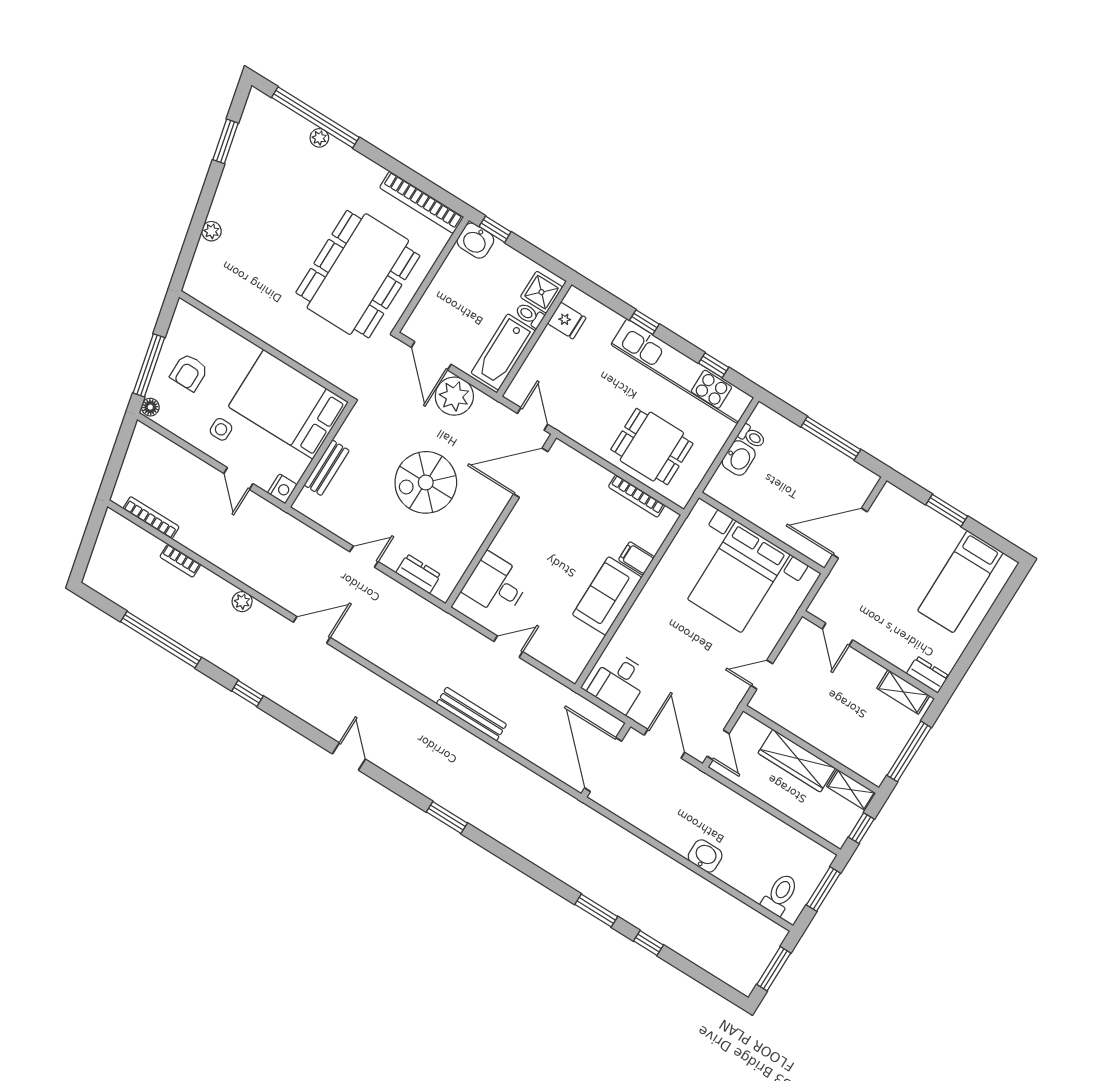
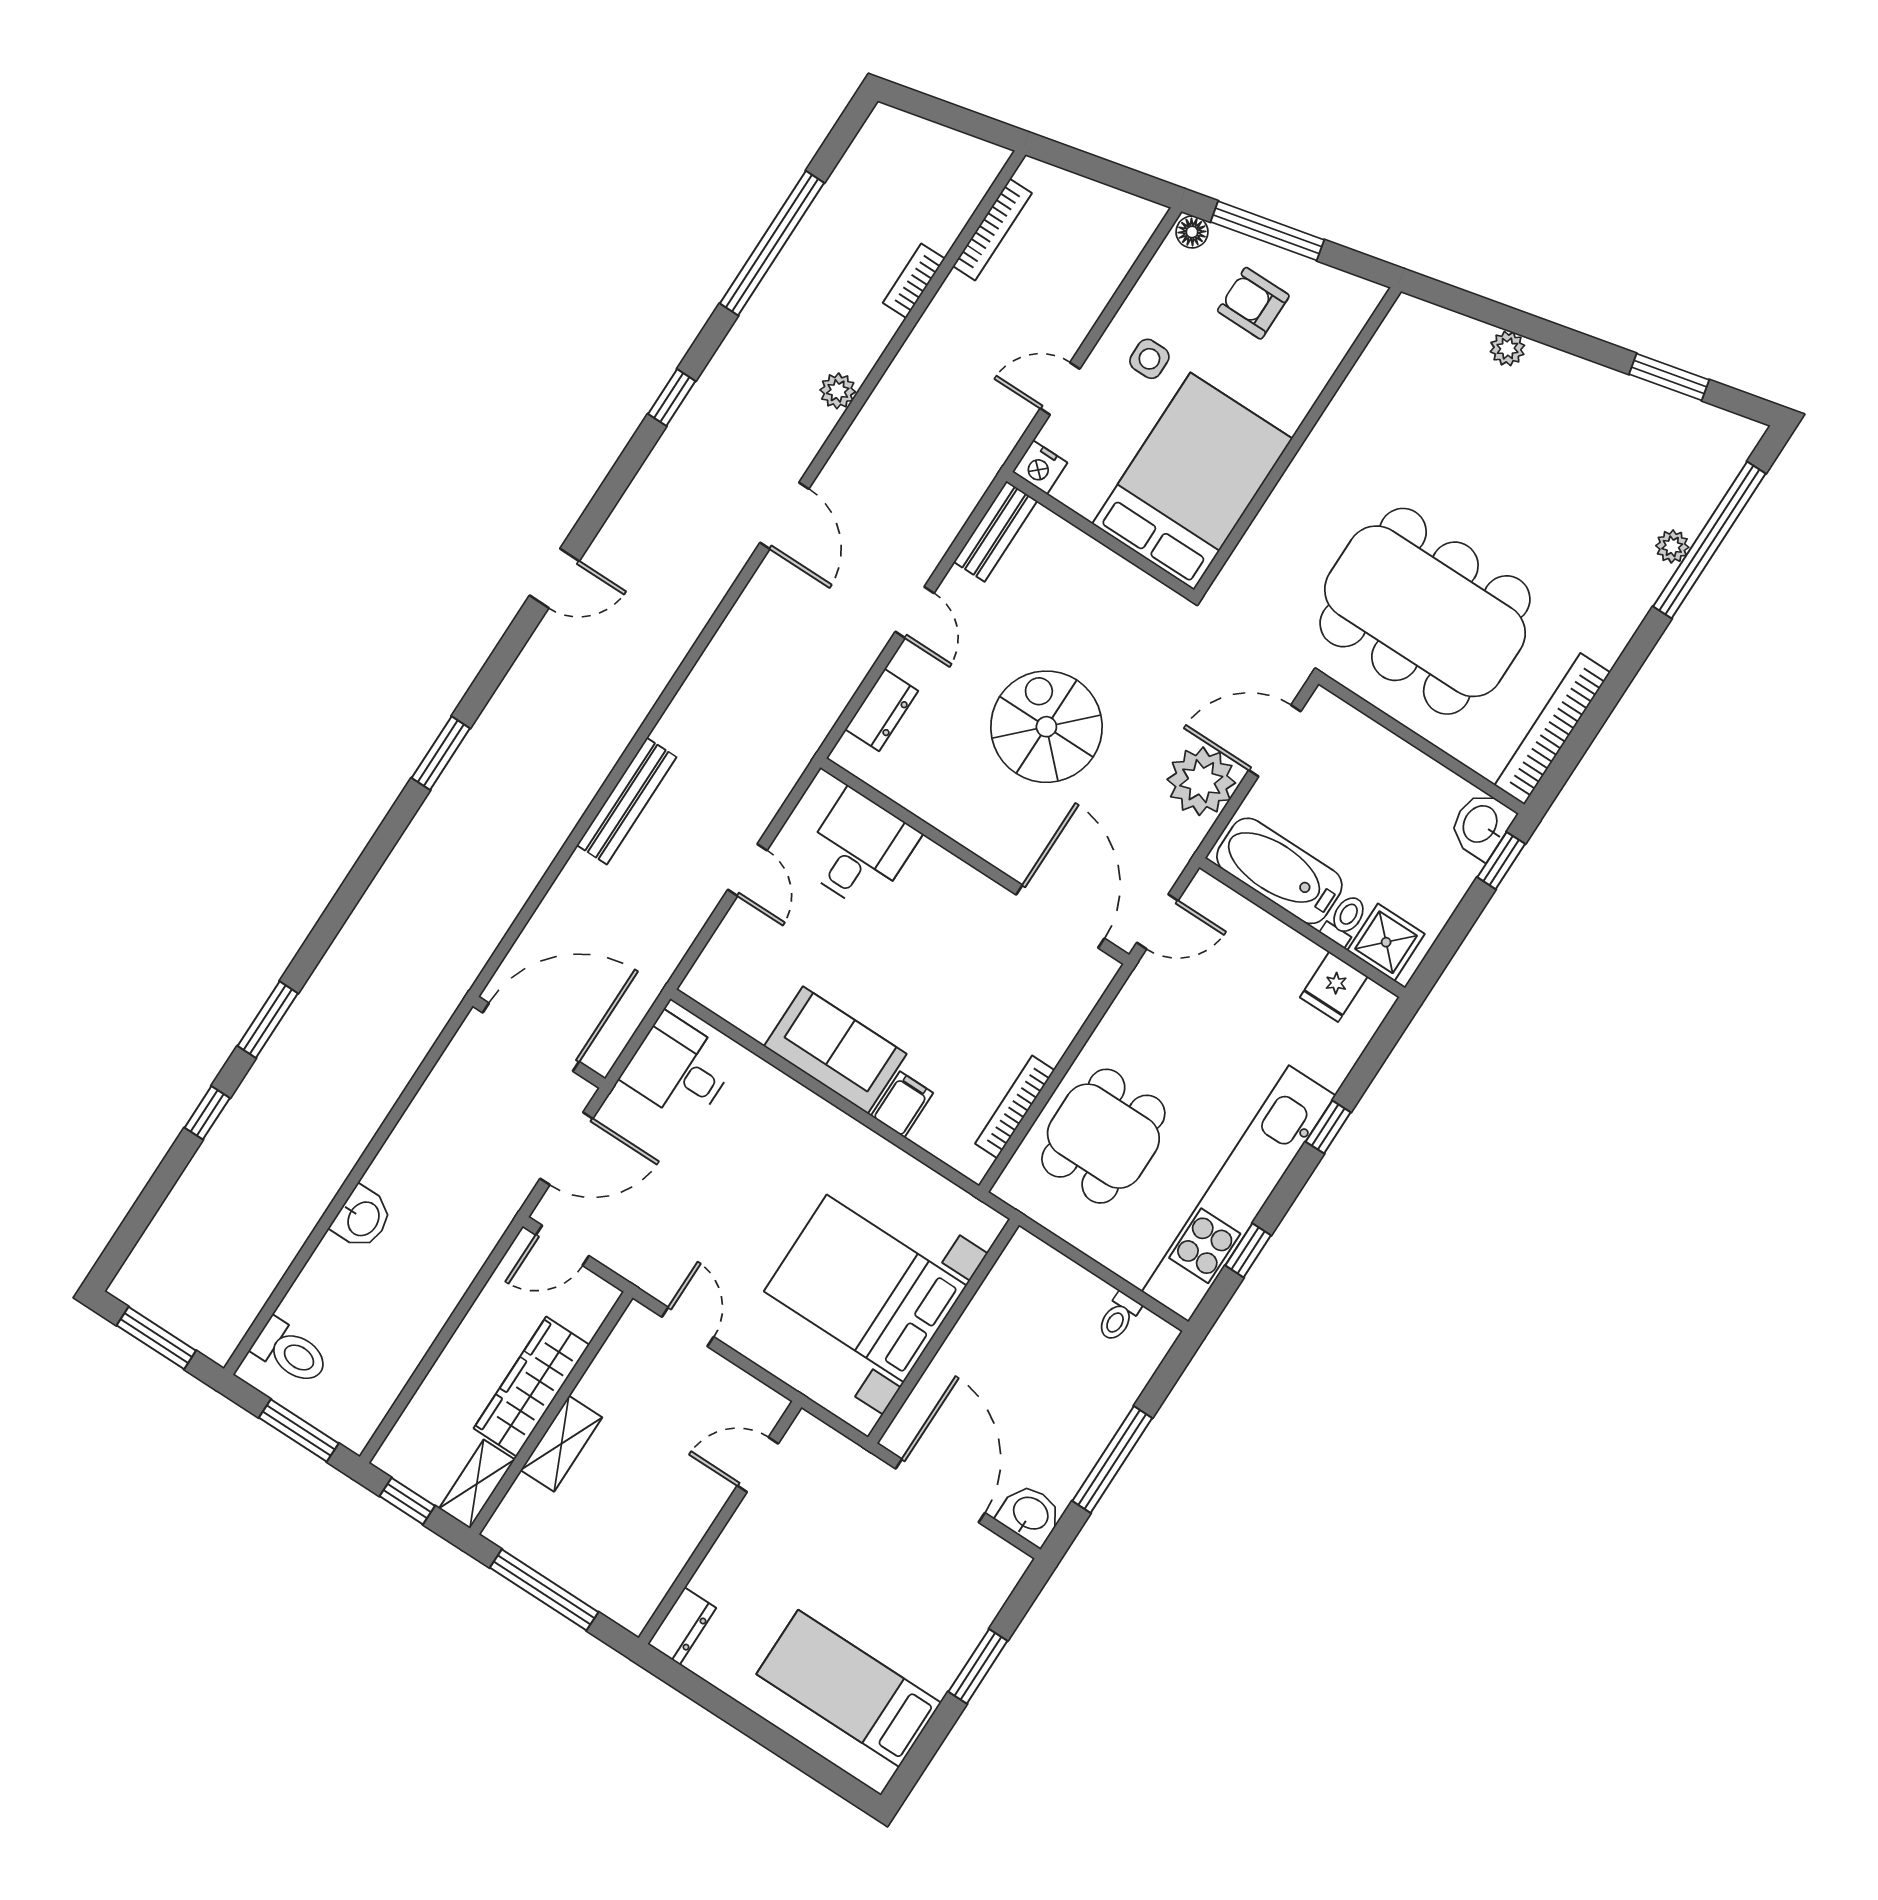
washbasin: (739, 458) -> (1030, 1514), moved, turned 180
bench: (327, 468) -> (996, 531), moved, turned 90
shelving: (903, 692) -> (561, 1444), moved

